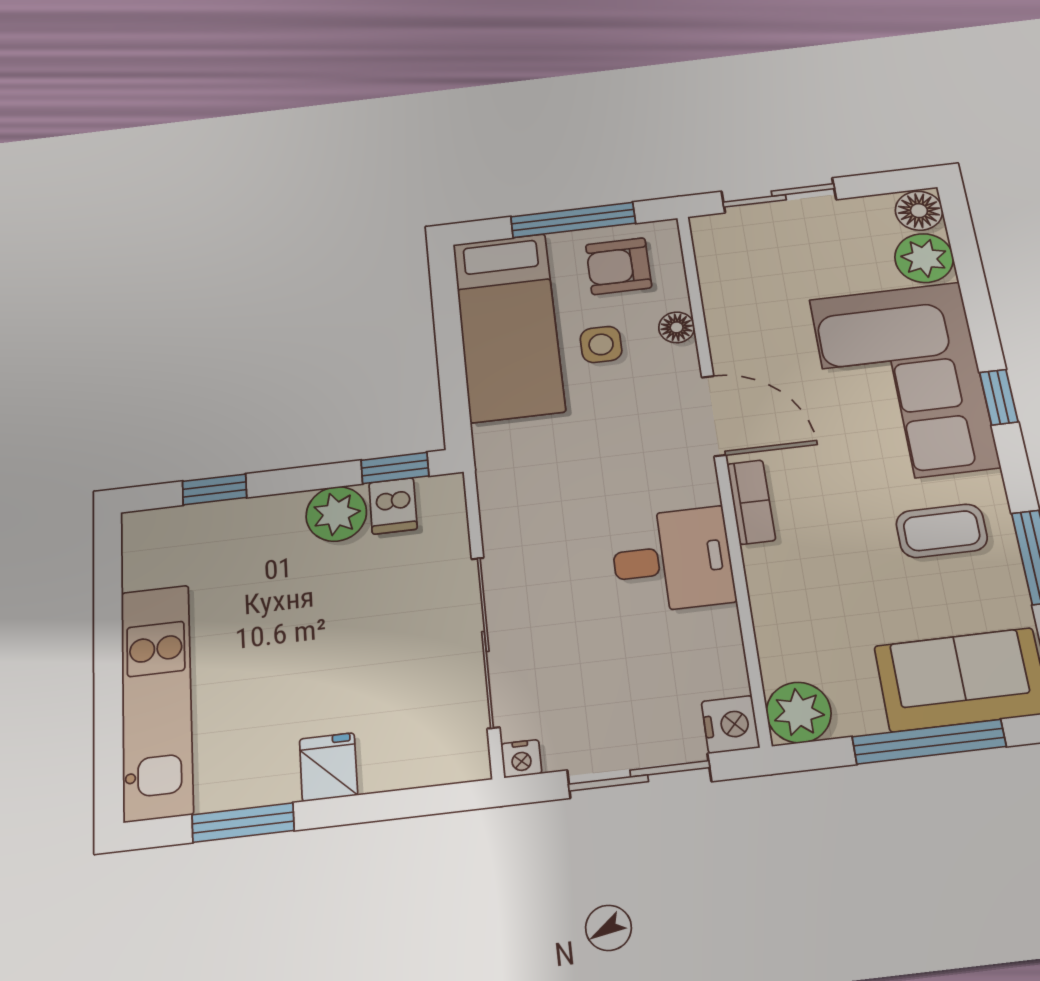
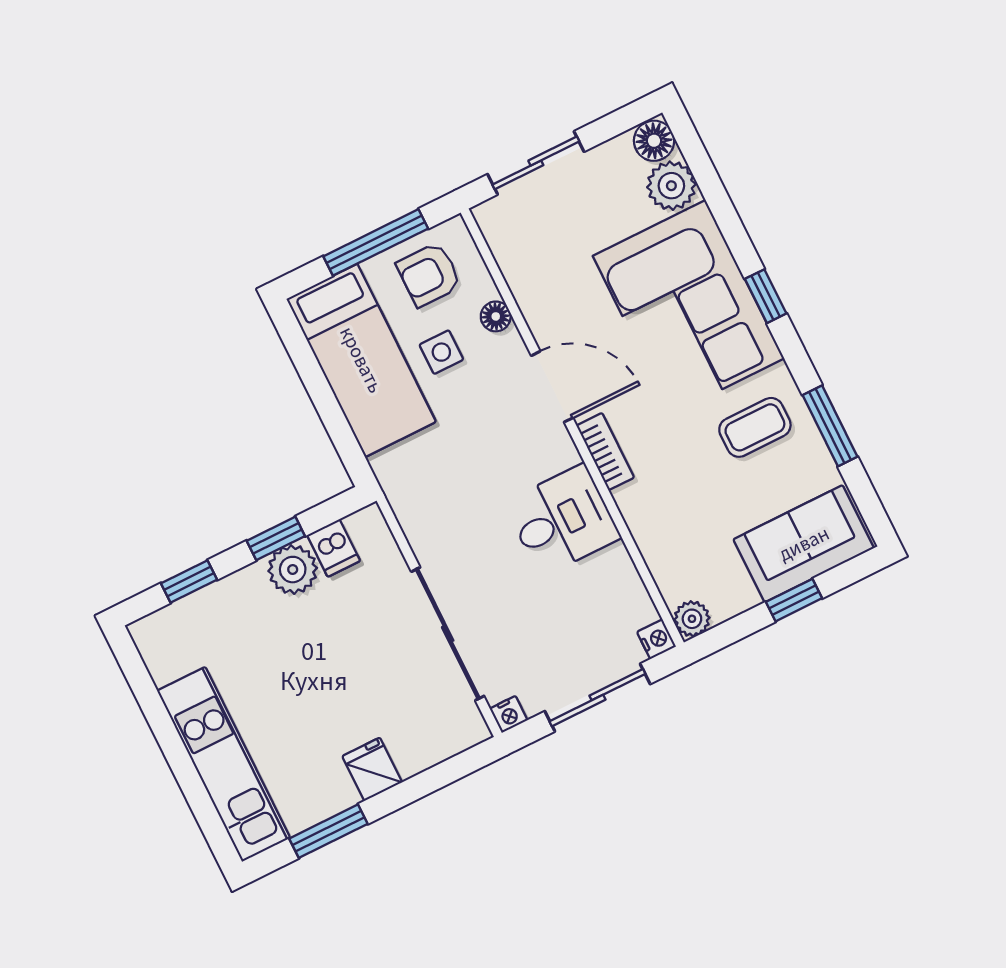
window: (395, 468) -> (276, 538), moved
plant: (799, 712) -> (692, 619), width x0.73, depth x0.73
nightstand: (731, 725) -> (656, 639), width x0.72, depth x0.74
window: (929, 742) -> (794, 600), width x0.46

